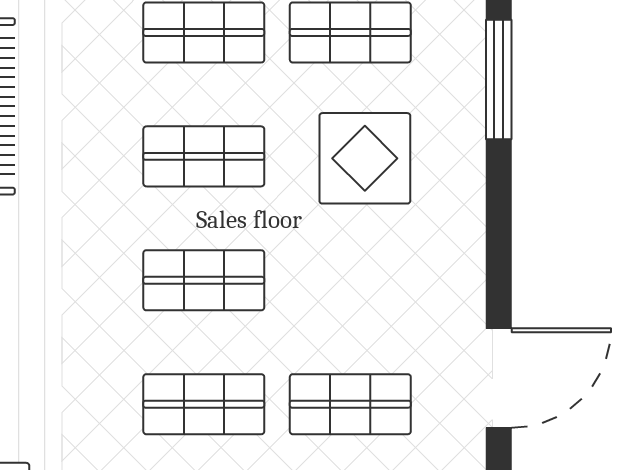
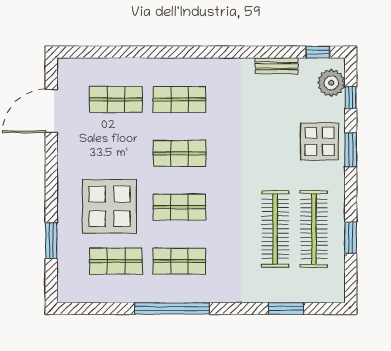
window: (499, 80) -> (51, 241), width x0.69
display table: (365, 158) -> (109, 206), width x1.36, depth x1.36

